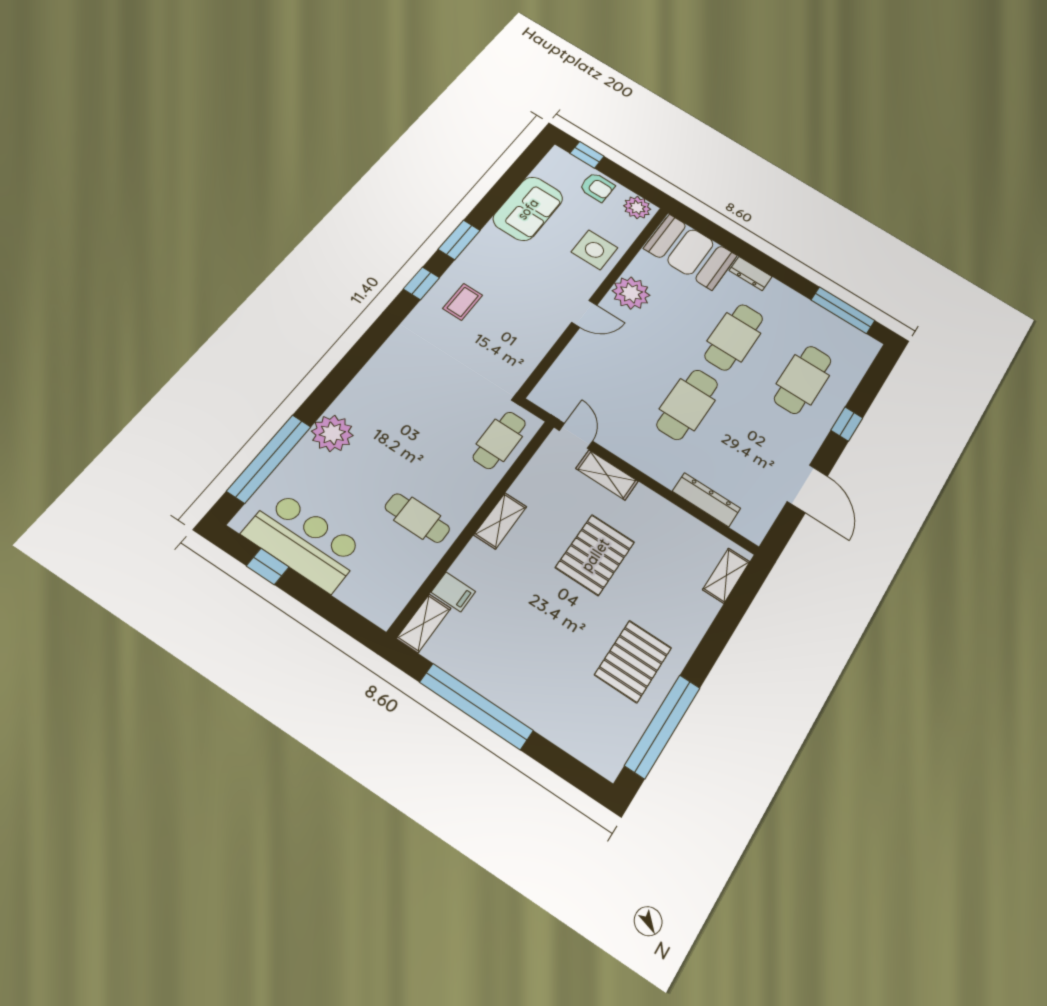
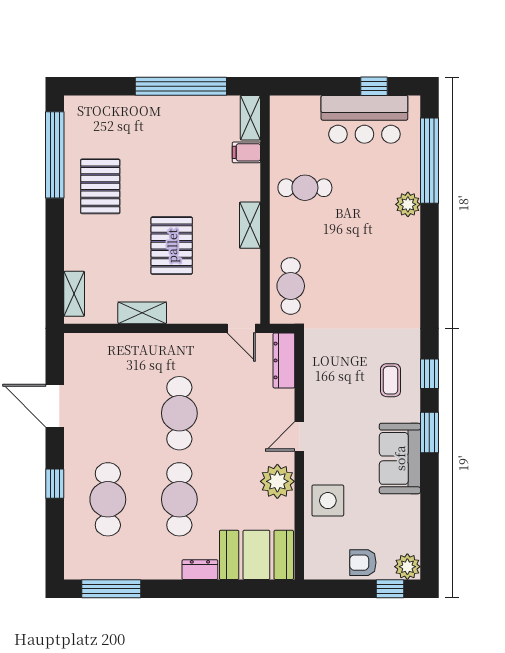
plant: (637, 207) -> (407, 567), moved
sofa: (528, 209) -> (400, 458), moved
plant: (332, 433) -> (408, 204), width x0.73, depth x0.73
shelving: (607, 475) -> (142, 313), moved
dresser: (706, 500) -> (284, 360), moved, turned 90

